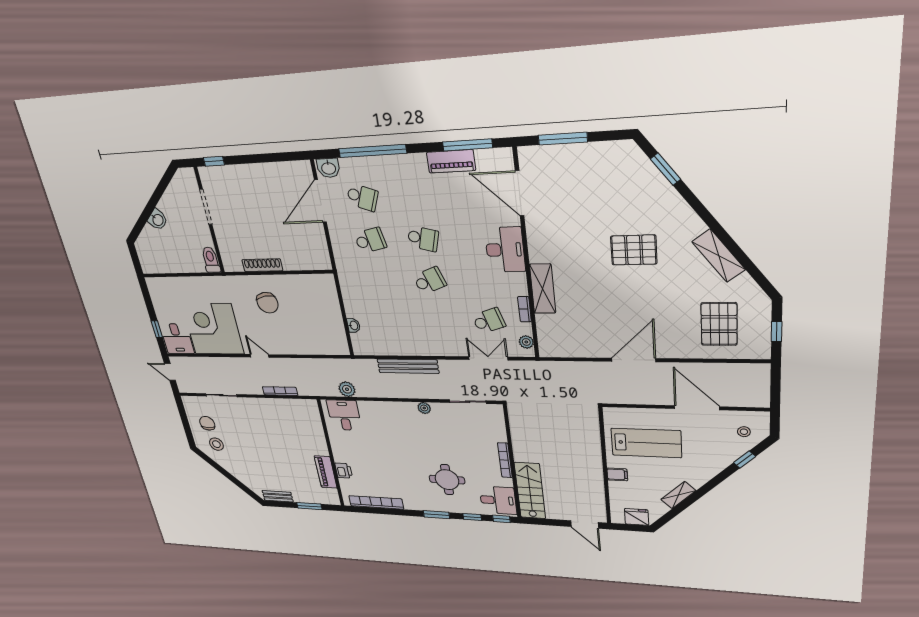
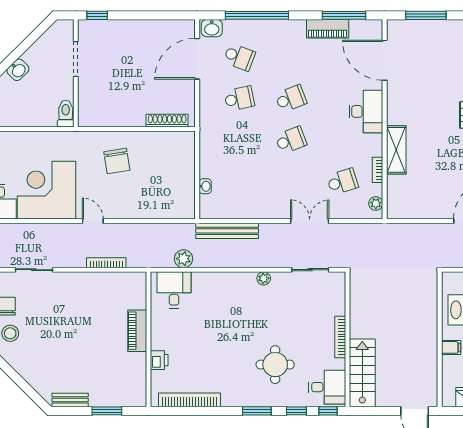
school desk: (423, 239) -> (291, 99), turned -36
shoe rack: (262, 265) -> (167, 121), moved
double door: (488, 358) -> (310, 221), moved
bench: (408, 366) -> (227, 231), moved
piano: (326, 472) -> (137, 331), moved

